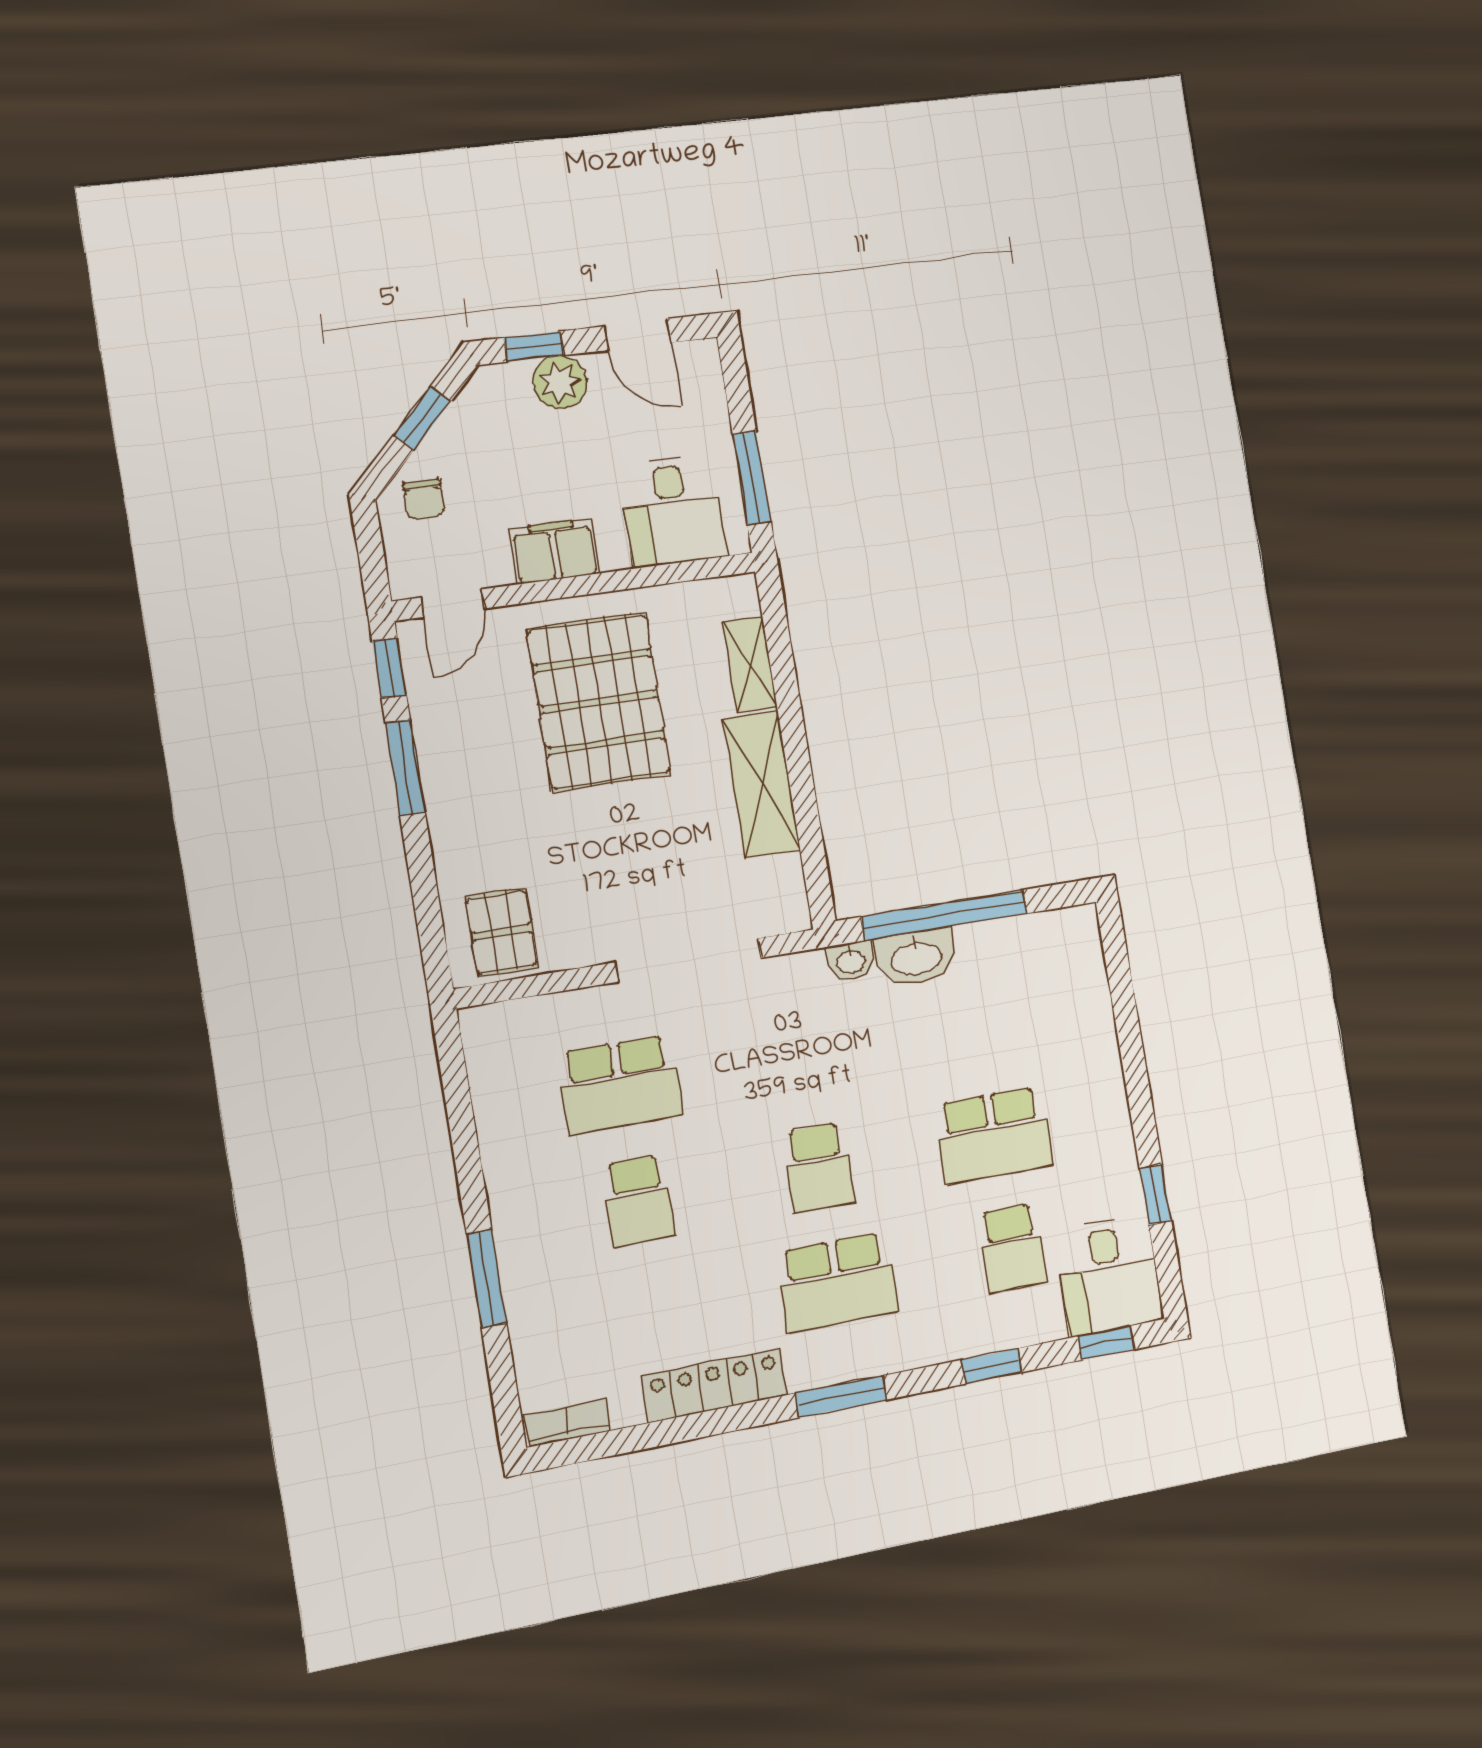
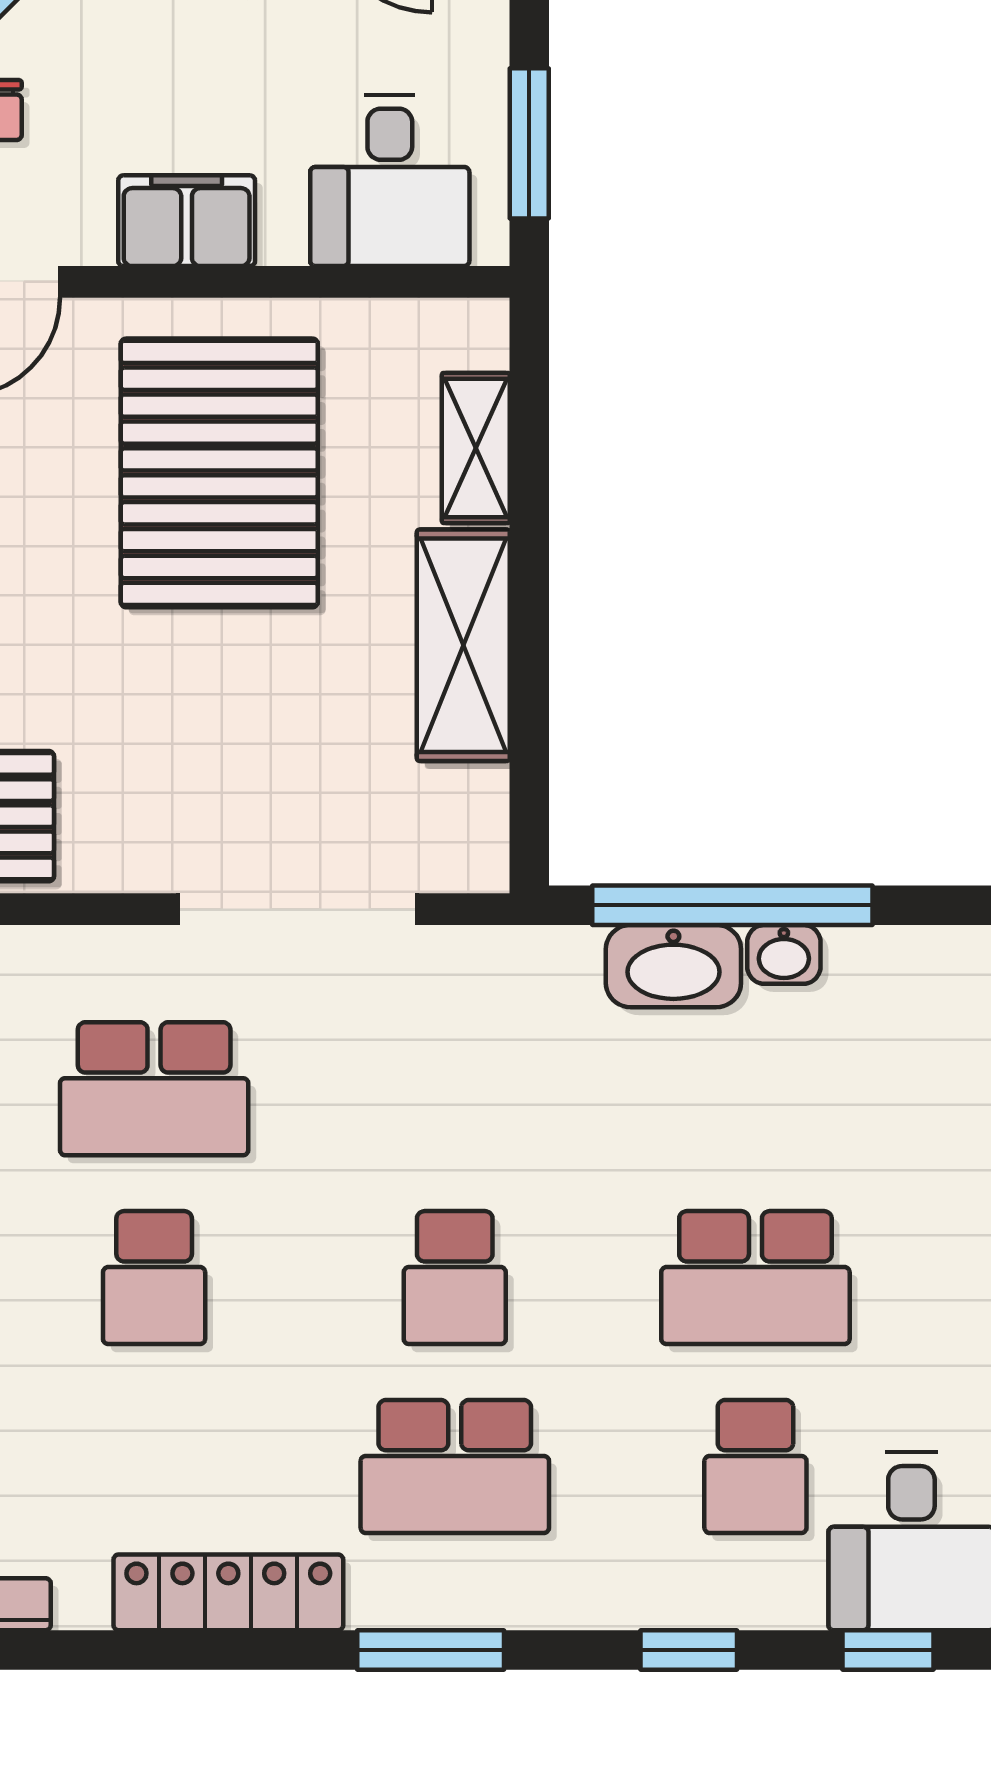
washbasin: (851, 961) -> (784, 954), moved

